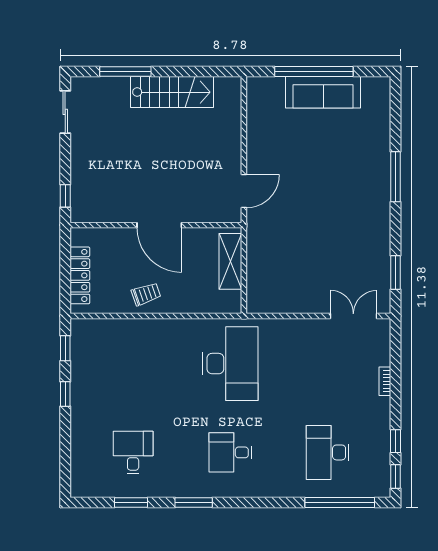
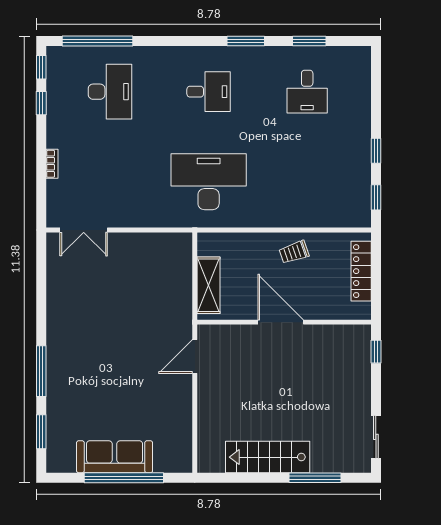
window: (395, 273) -> (41, 432), moved
desk: (230, 364) -> (209, 182), turned 90

